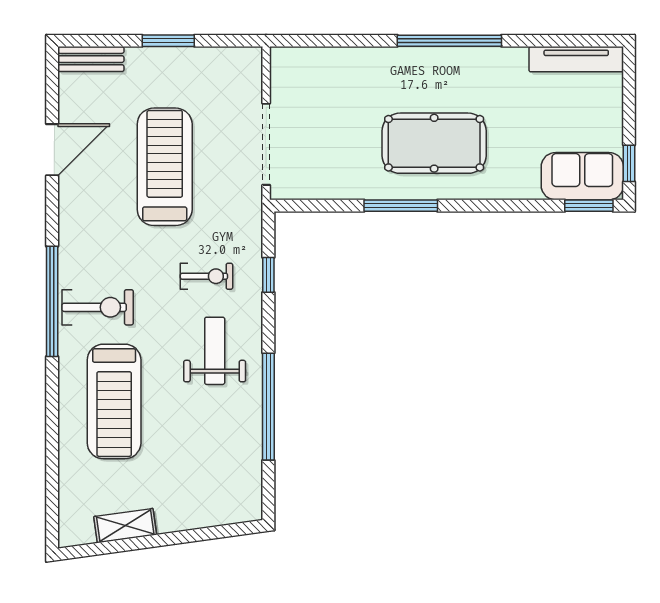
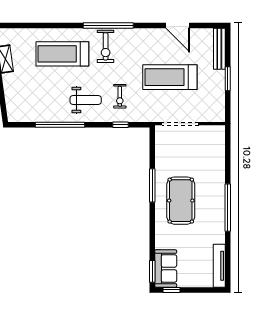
bench: (91, 59) -> (219, 49), width x1.36
treadmill: (165, 167) -> (170, 77), turned 180

